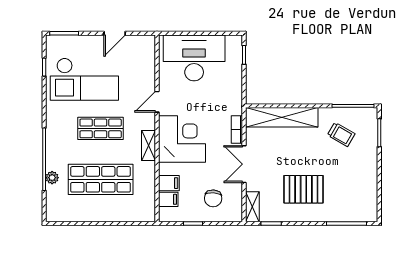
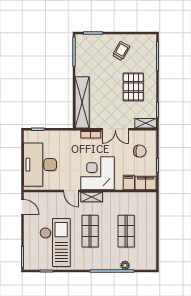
door: (115, 33) -> (22, 207), moved
trolley: (341, 134) -> (121, 51), moved
shelving: (149, 146) -> (92, 197), moved
shop shelf: (101, 179) -> (126, 231), width x0.70, depth x0.74
filing cabinet: (168, 199) -> (146, 183), width x2.00

